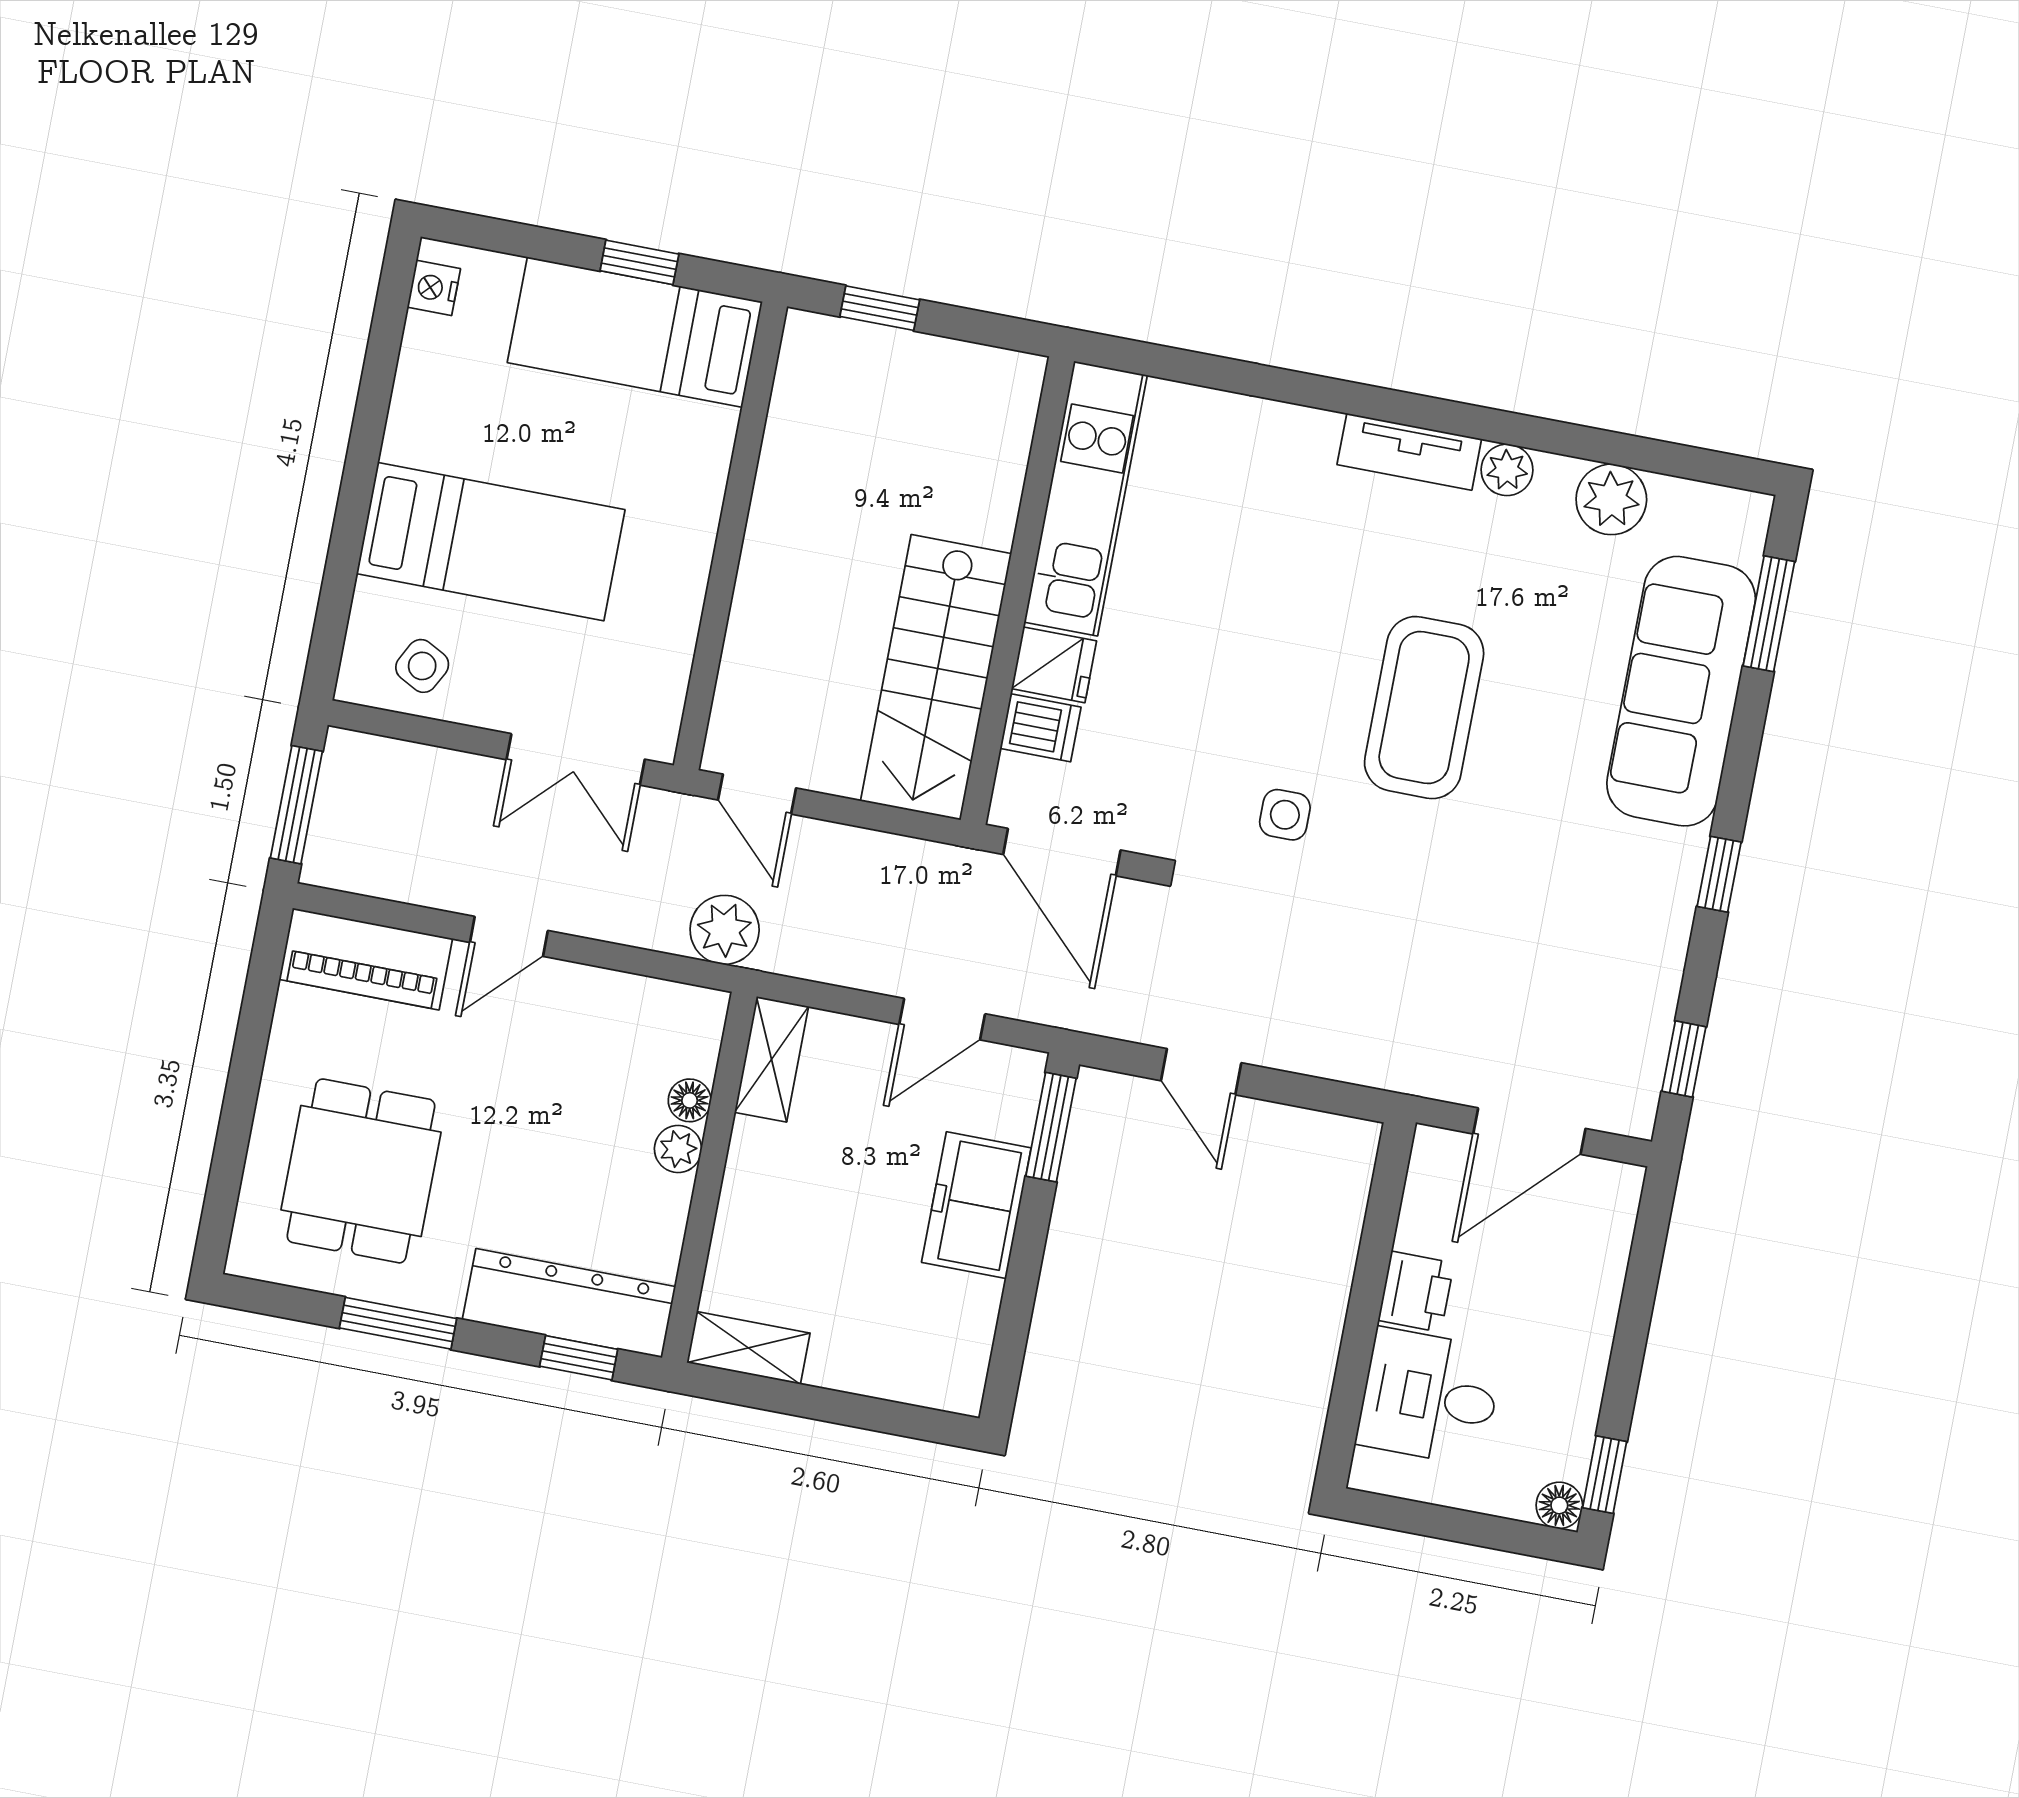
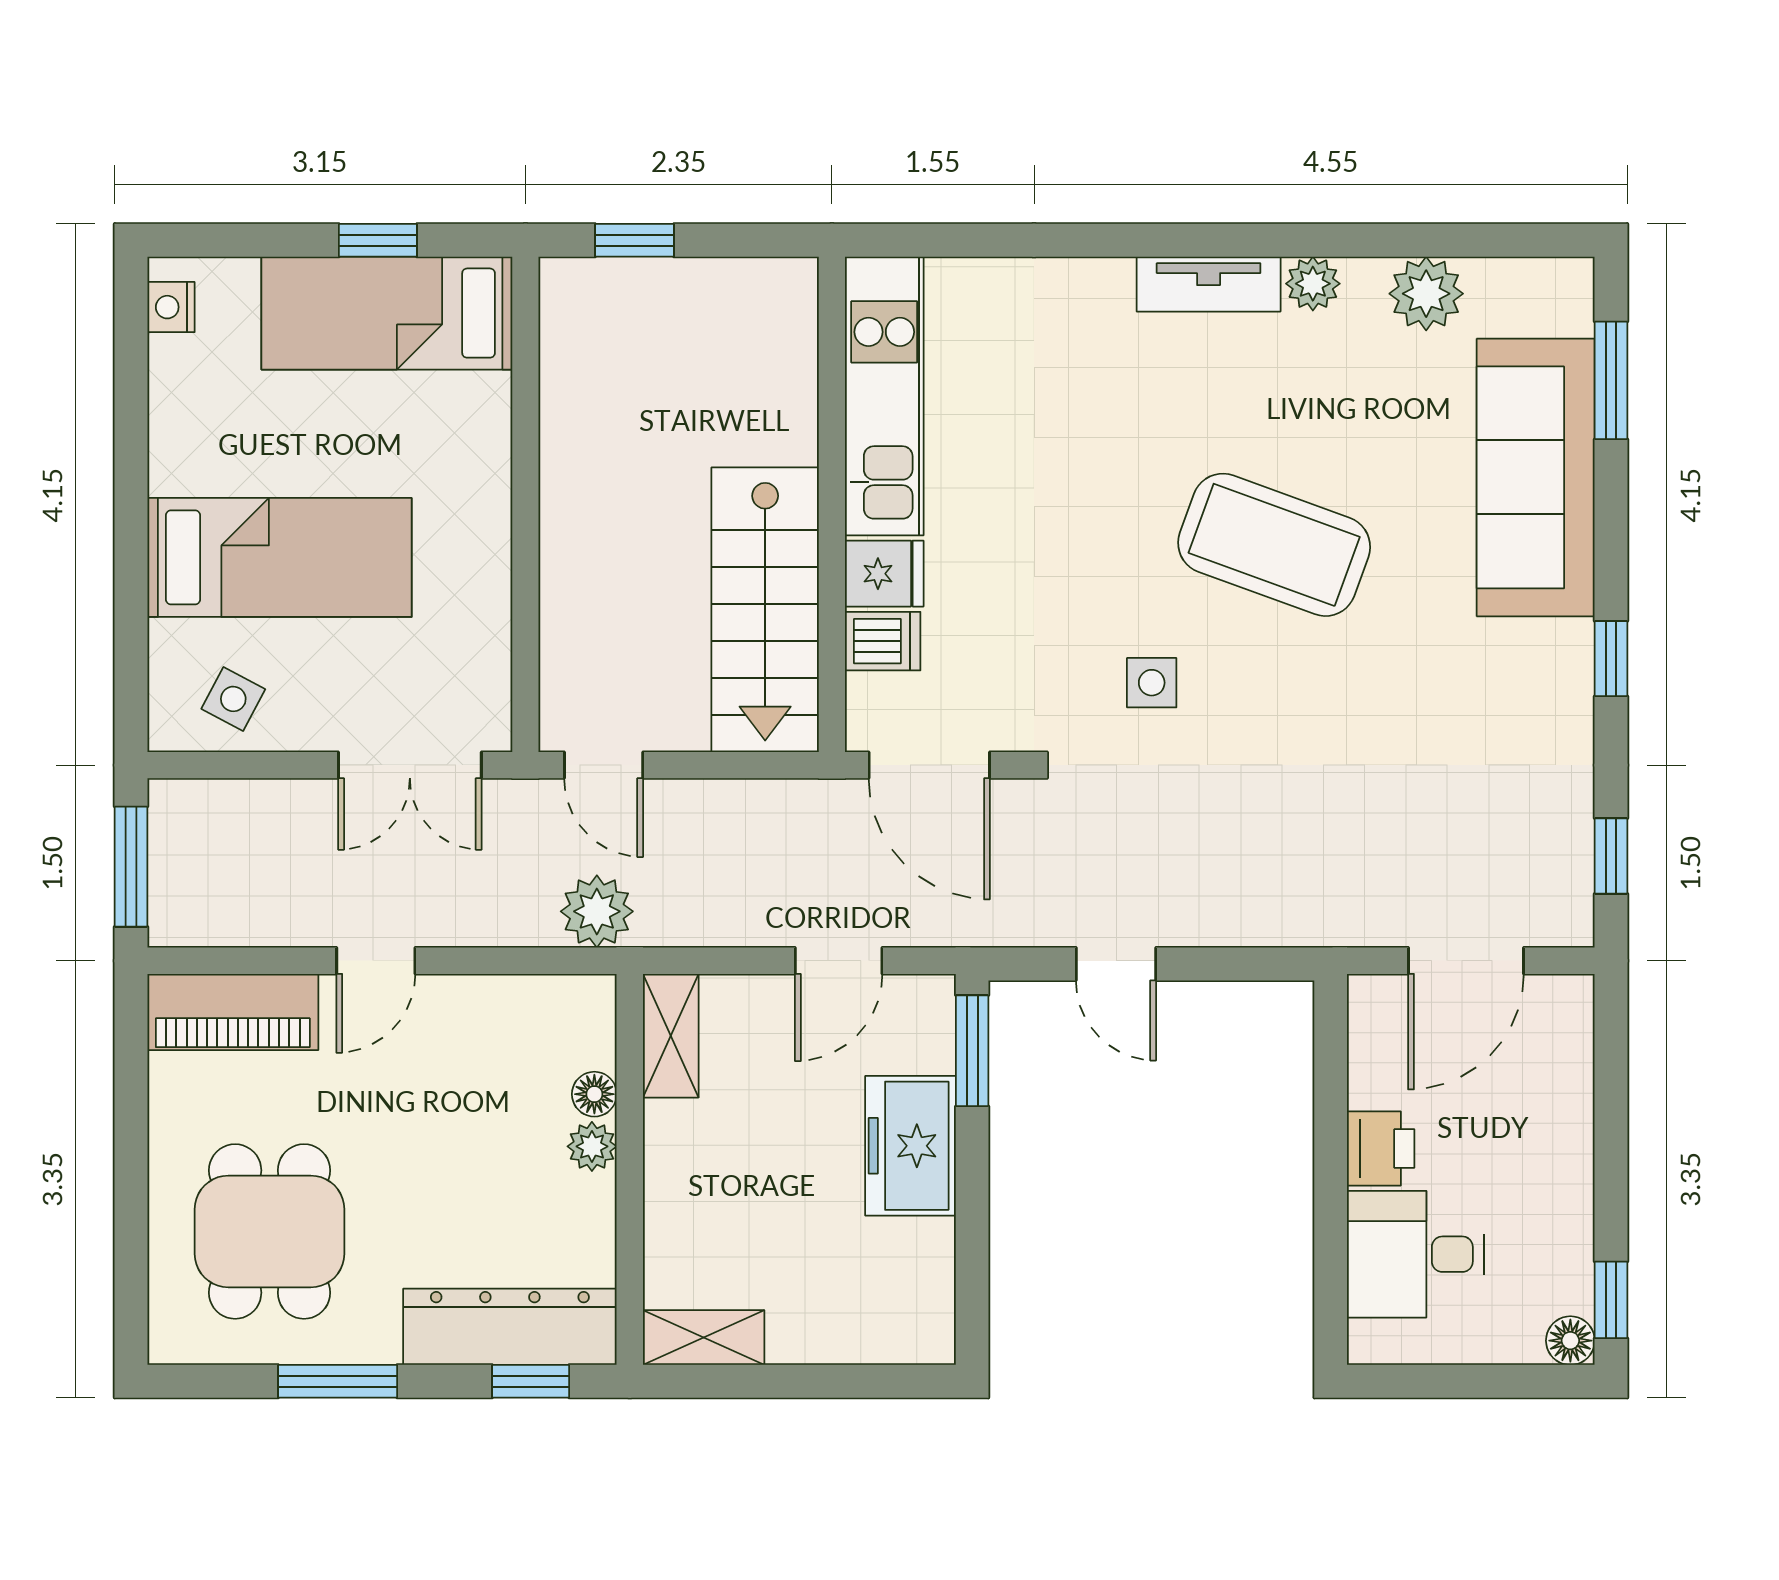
coffee table: (1424, 708) -> (1274, 545), turned -70

